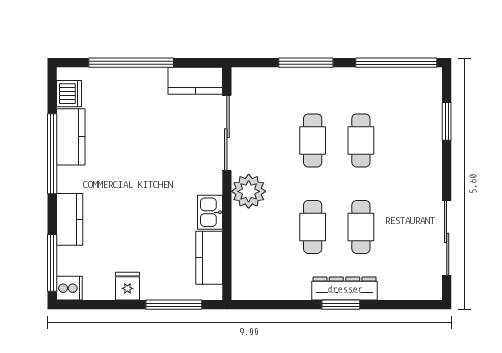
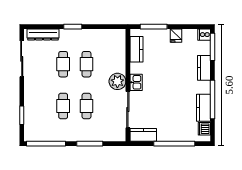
kitchen sink: (210, 212) -> (136, 82), moved
dresser: (345, 289) -> (43, 34), moved

